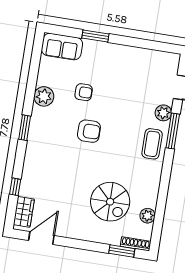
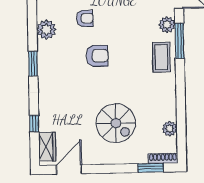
spiral stairs: (110, 202) -> (116, 123), moved

